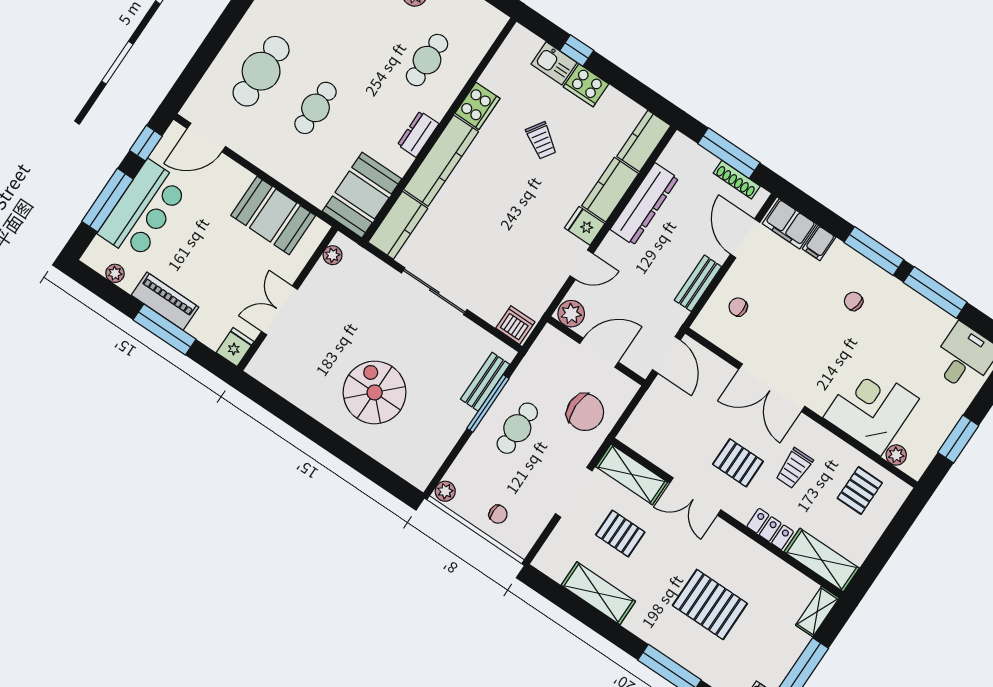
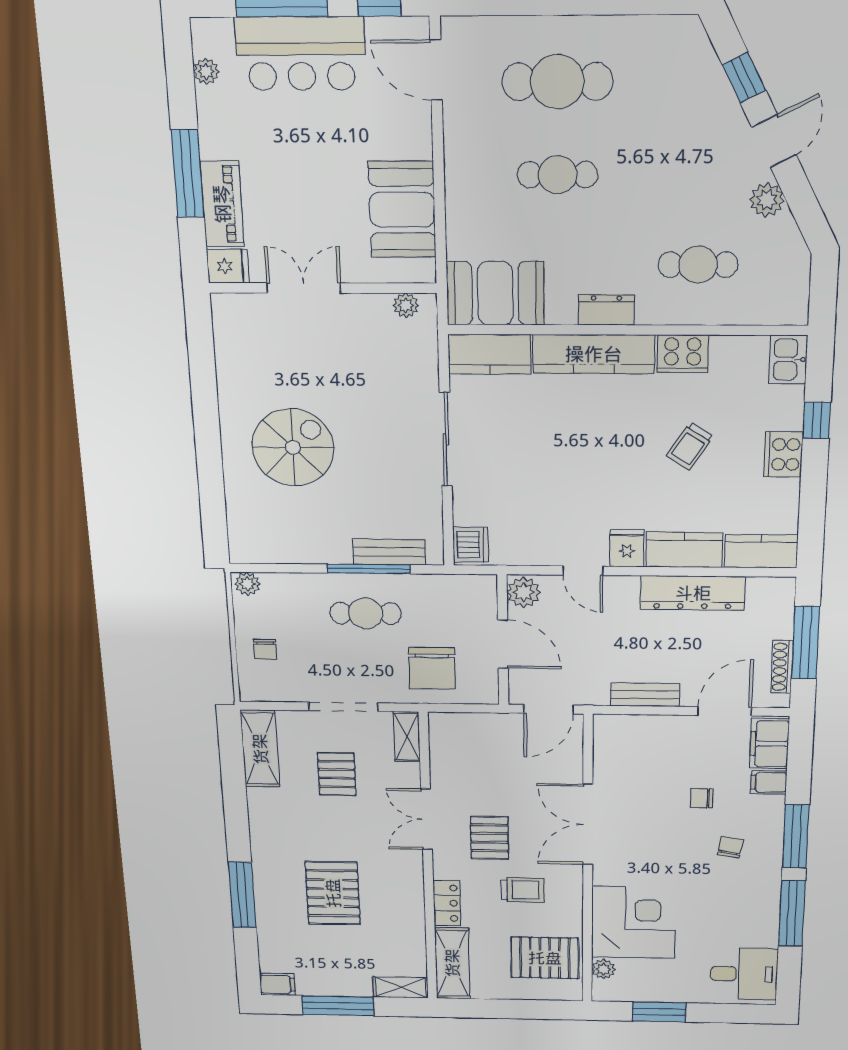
kitchen sink: (554, 63) -> (788, 360), moved
piano: (165, 301) -> (222, 204), moved
chair: (738, 307) -> (702, 798), moved, turned -90
trolley: (794, 468) -> (523, 890), turned 180
shelving: (632, 474) -> (407, 737), width x0.67, depth x0.75
pallet: (860, 491) -> (545, 958), width x1.50, depth x1.42
shelving: (598, 593) -> (260, 749), moved

